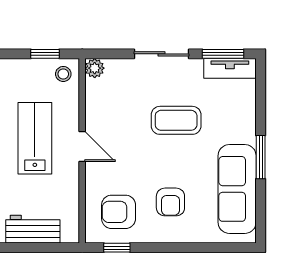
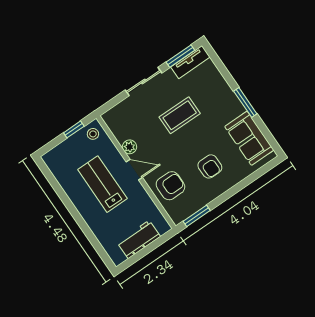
plant: (95, 68) -> (129, 147), moved
sofa: (237, 189) -> (249, 138), width x0.73
armchair: (119, 212) -> (170, 186), moved, turned 180
window: (117, 248) -> (197, 216), width x1.50

